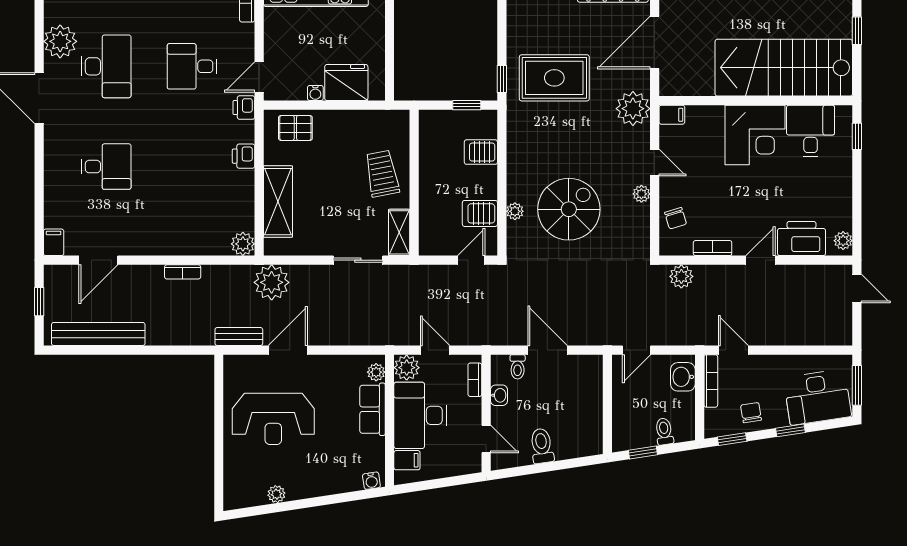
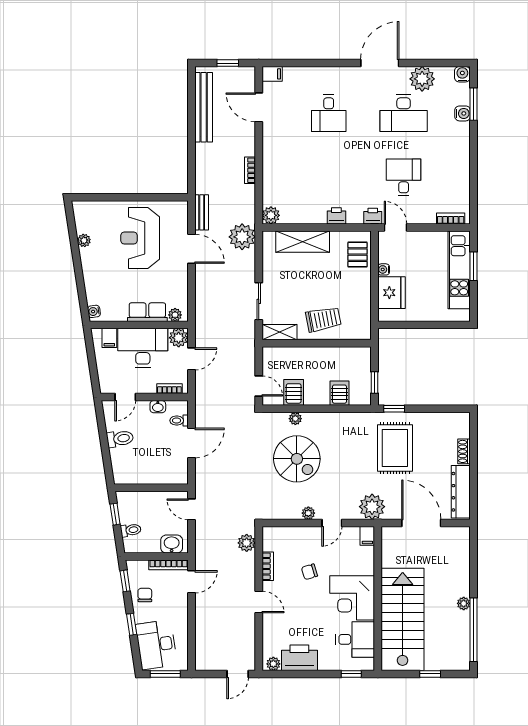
chair: (676, 218) -> (309, 572), moved
printer: (801, 239) -> (299, 658), moved, turned -90
chair: (751, 413) -> (145, 595), turned -81

